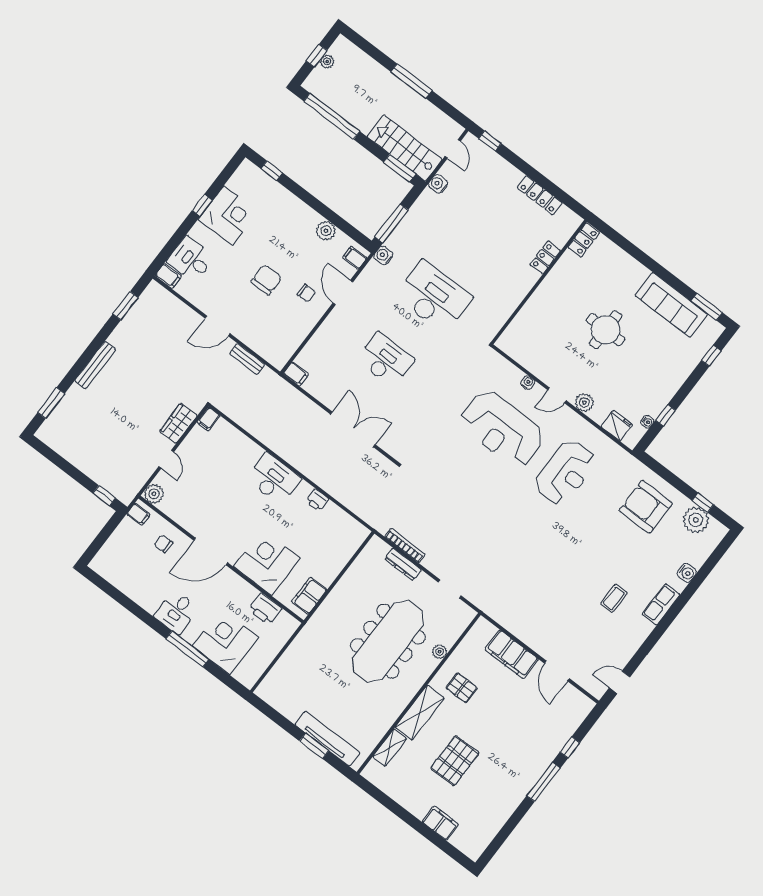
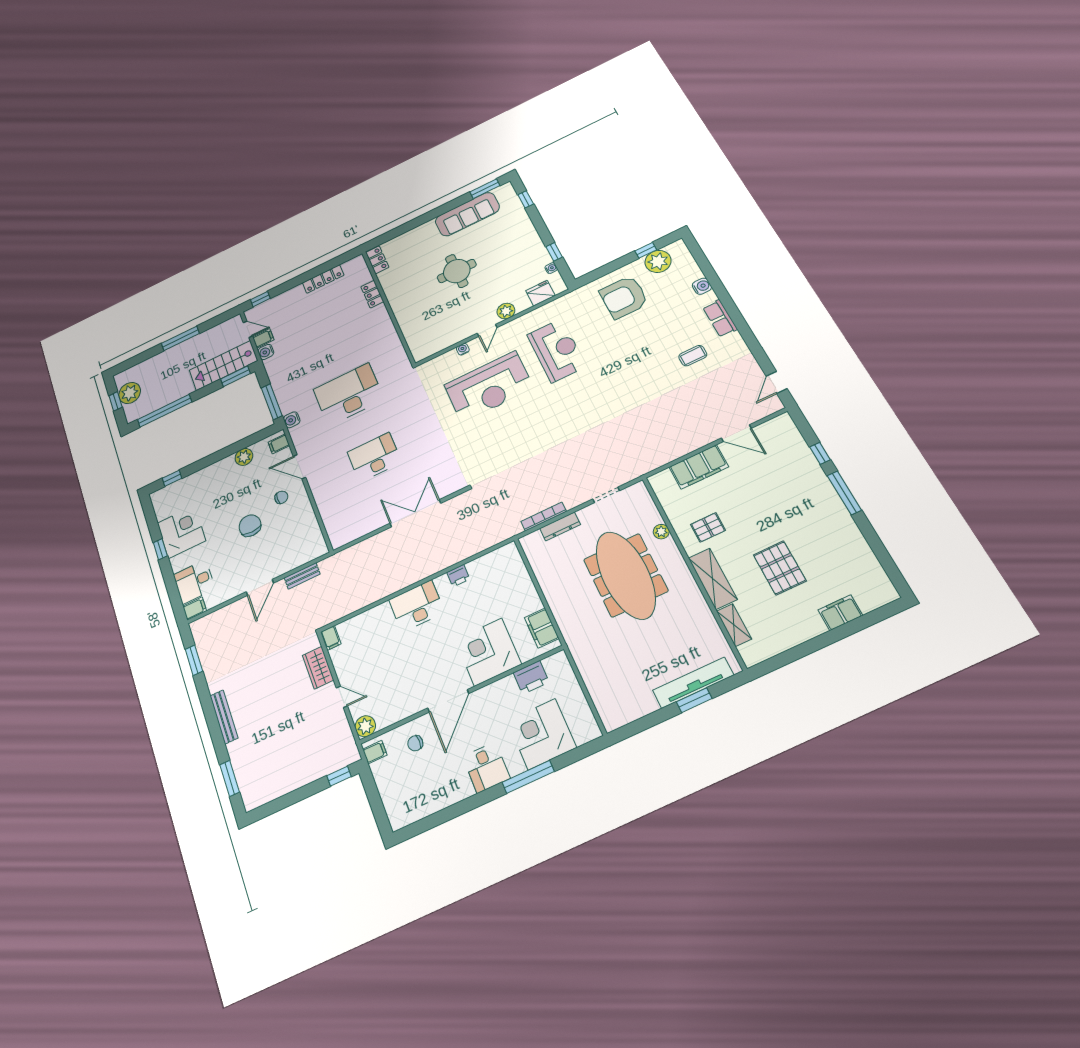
plant: (327, 61) -> (130, 393), width x1.88, depth x1.88
filing cabinet: (296, 374) -> (263, 338), moved
coffee table: (614, 598) -> (693, 356), turned 90

